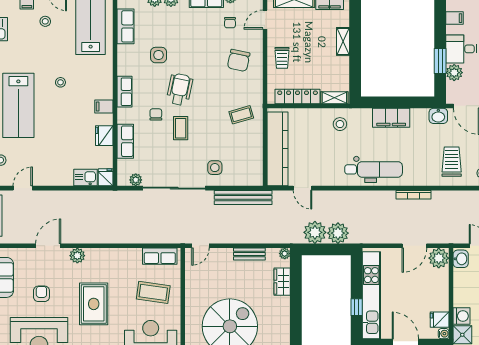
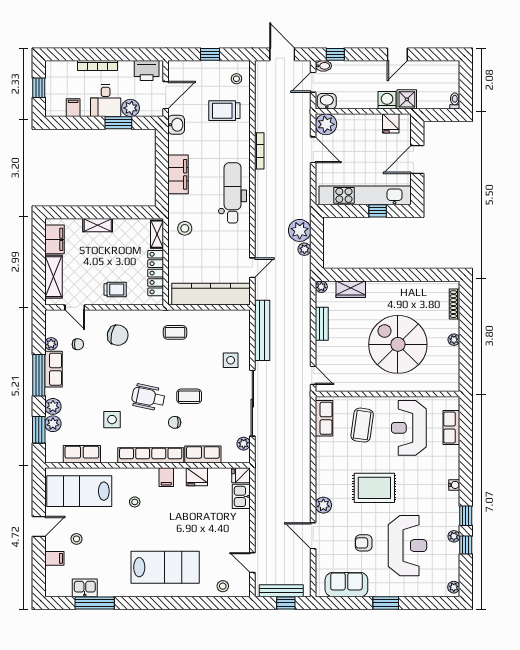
stool: (60, 82) -> (135, 502), moved
row of seats: (125, 92) -> (151, 455), width x2.02
coffee table: (241, 115) -> (175, 332), turned -74
plant: (315, 232) -> (304, 249), width x0.53, depth x0.53
water cooler: (444, 334) -> (406, 119), removed

